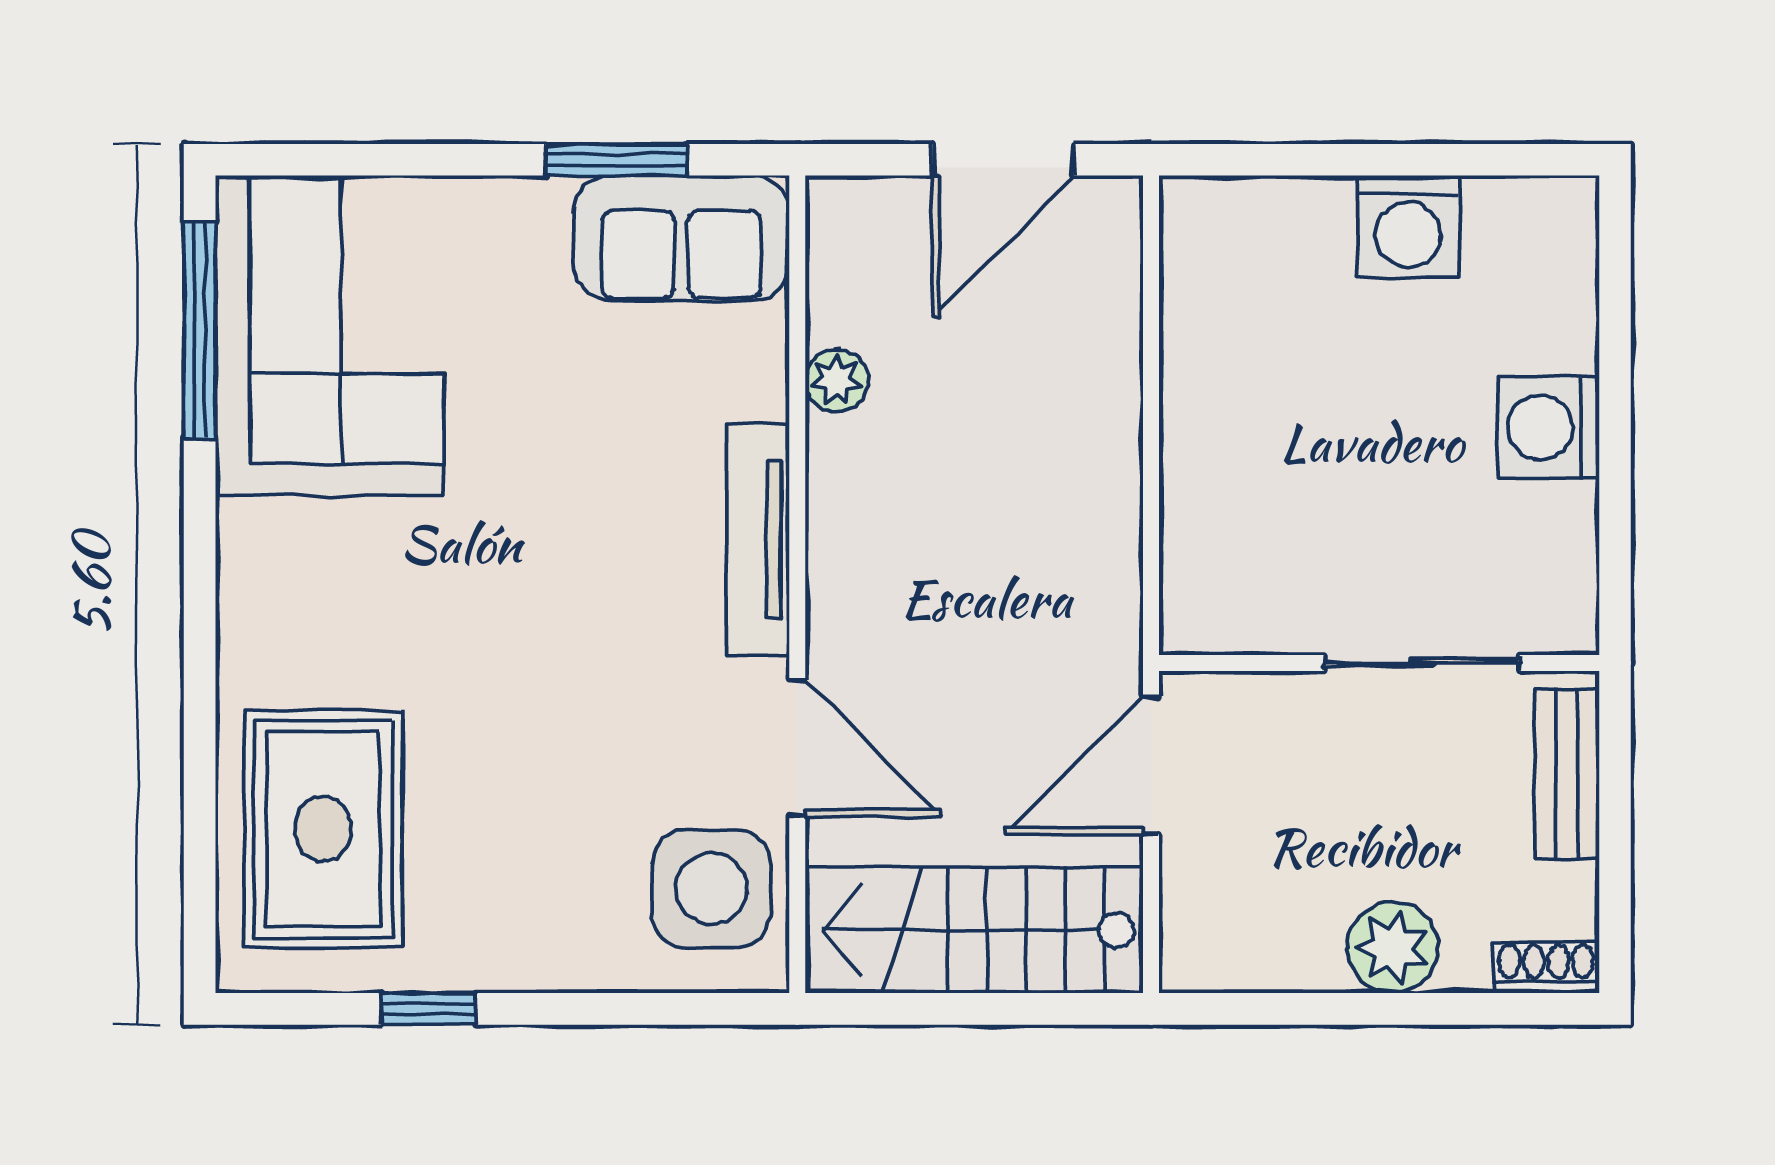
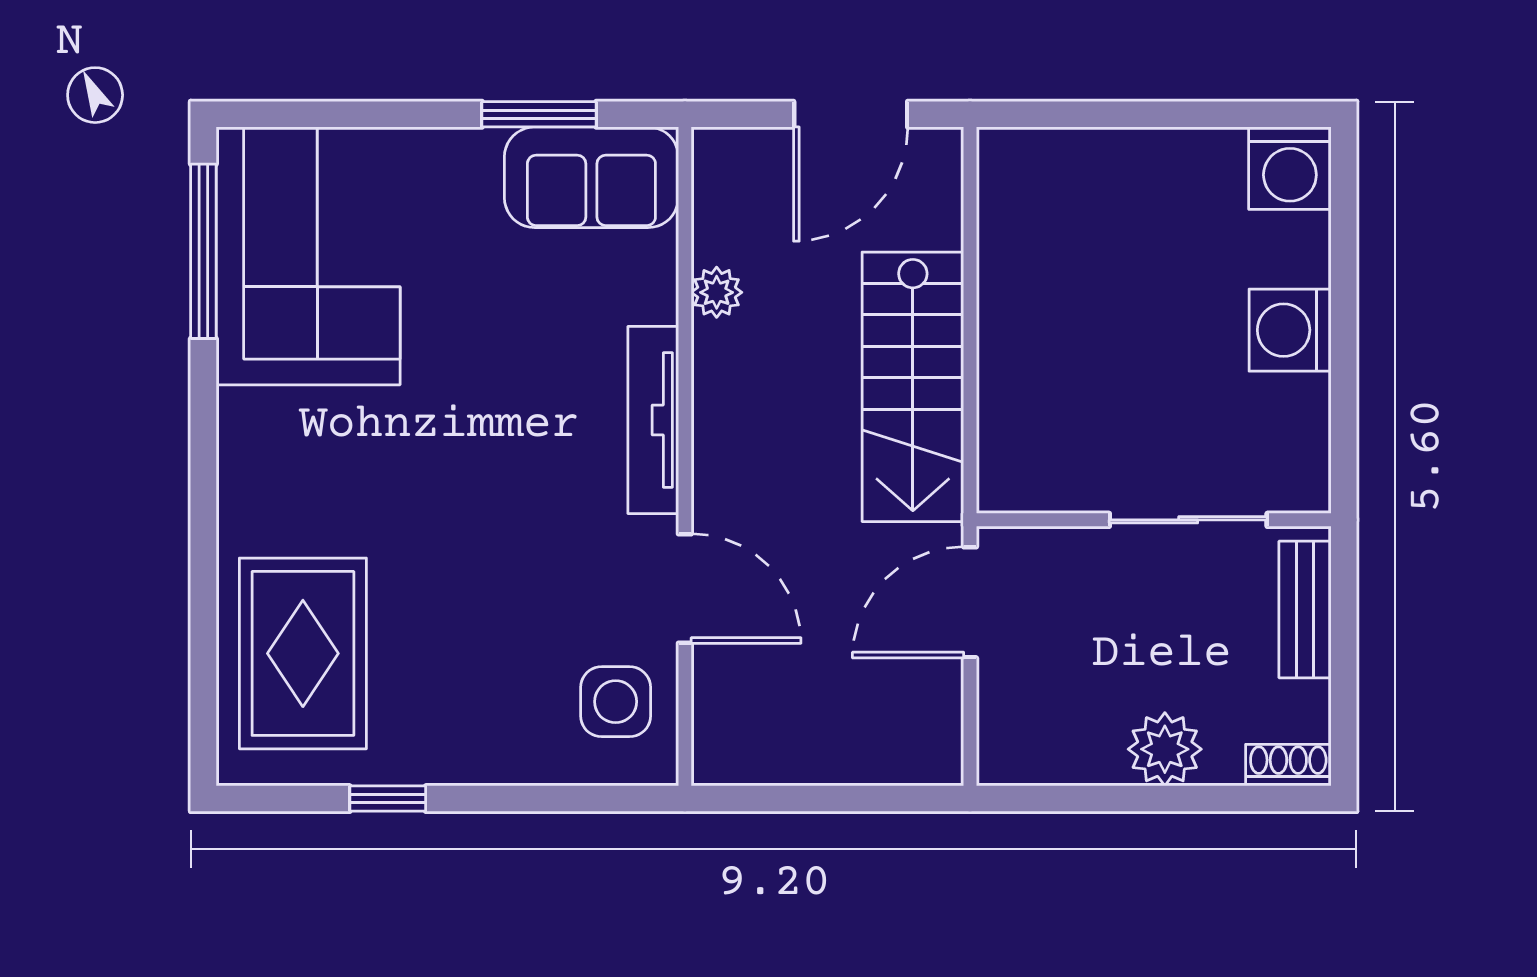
washing machine: (1408, 227) -> (1290, 168), moved
side table: (711, 889) -> (616, 702), width x0.73, depth x0.73
stairs: (976, 930) -> (913, 387), moved, turned -90

